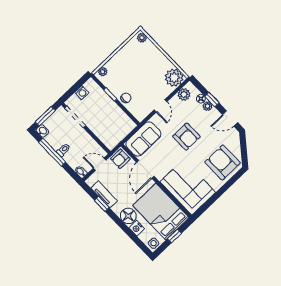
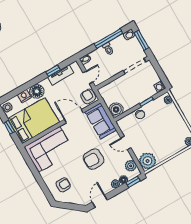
washing machine: (82, 92) -> (160, 87), moved
window: (212, 99) -> (133, 182), moved
boiler: (127, 125) -> (116, 109), added
armchair: (222, 162) -> (63, 185), width x0.53, depth x0.53

